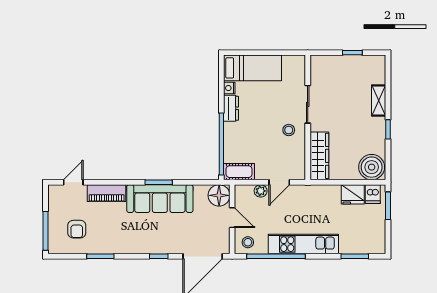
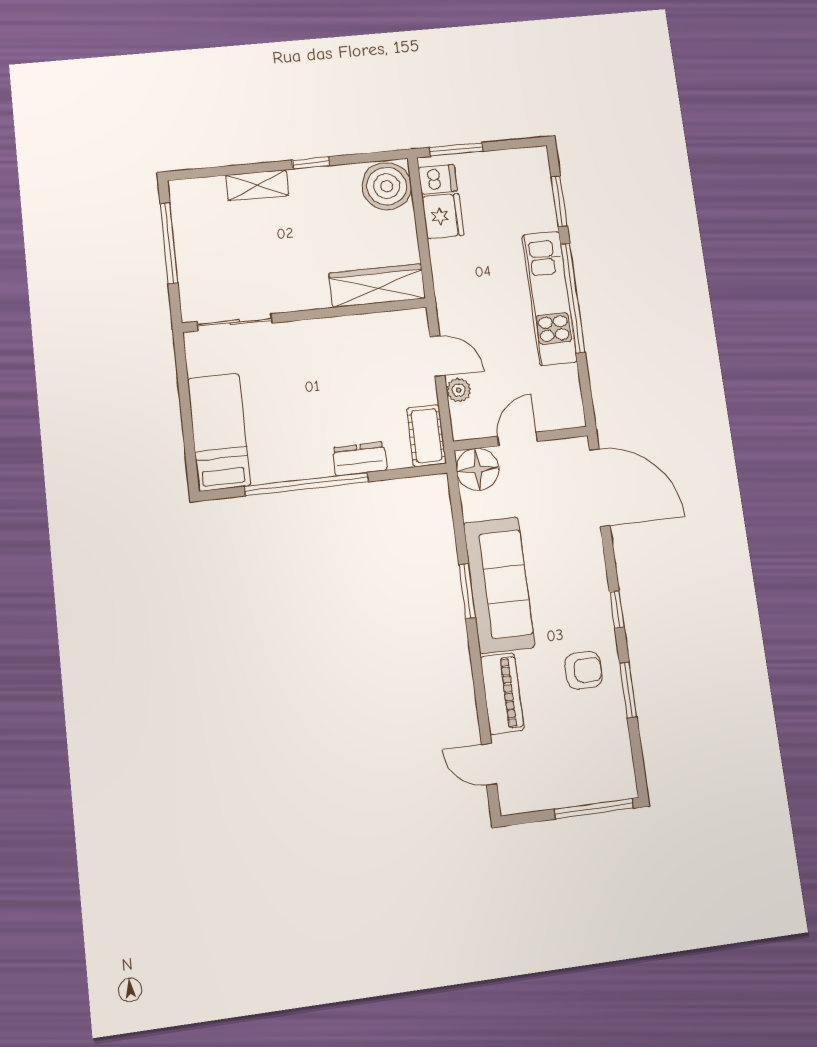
window: (352, 53) -> (169, 243), width x2.17
nightstand: (229, 88) -> (264, 473), removed
sliding door: (308, 104) -> (235, 322), moved
dresser: (231, 108) -> (360, 459), moved
stool: (289, 130) -> (334, 349), removed
window: (221, 144) -> (307, 484), moved
armchair: (77, 229) -> (584, 670), moved
stool: (248, 242) -> (561, 404), removed
window: (159, 256) -> (617, 609), moved
window: (276, 256) -> (573, 298), moved

